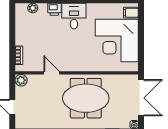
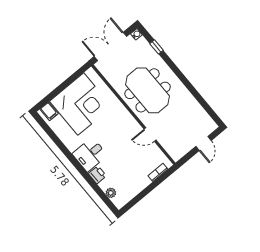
door: (52, 73) -> (150, 135), hinge flipped
plant: (21, 80) -> (176, 154), removed

